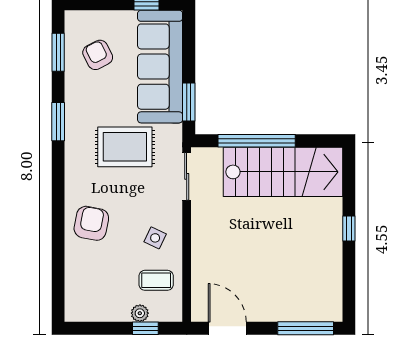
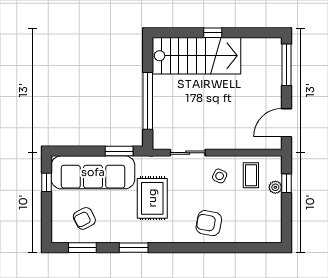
stairs: (283, 172) -> (197, 56), moved, turned 90
sliding door: (187, 176) -> (188, 153), moved

